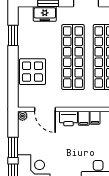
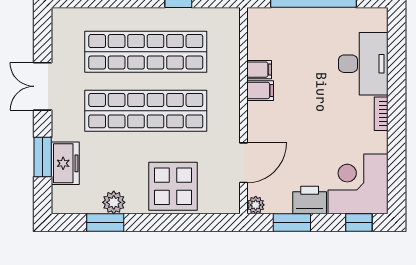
plant: (24, 40) -> (114, 202), added
printer: (69, 119) -> (310, 200), moved, turned -90
window: (13, 147) -> (292, 223), moved

